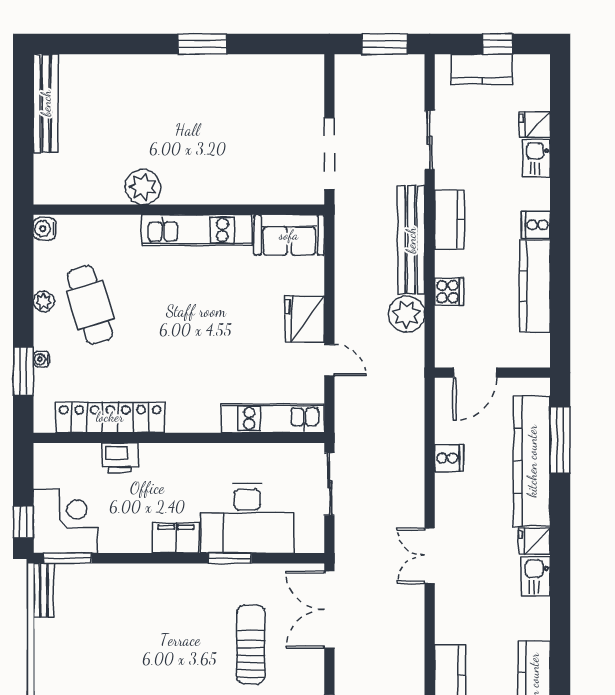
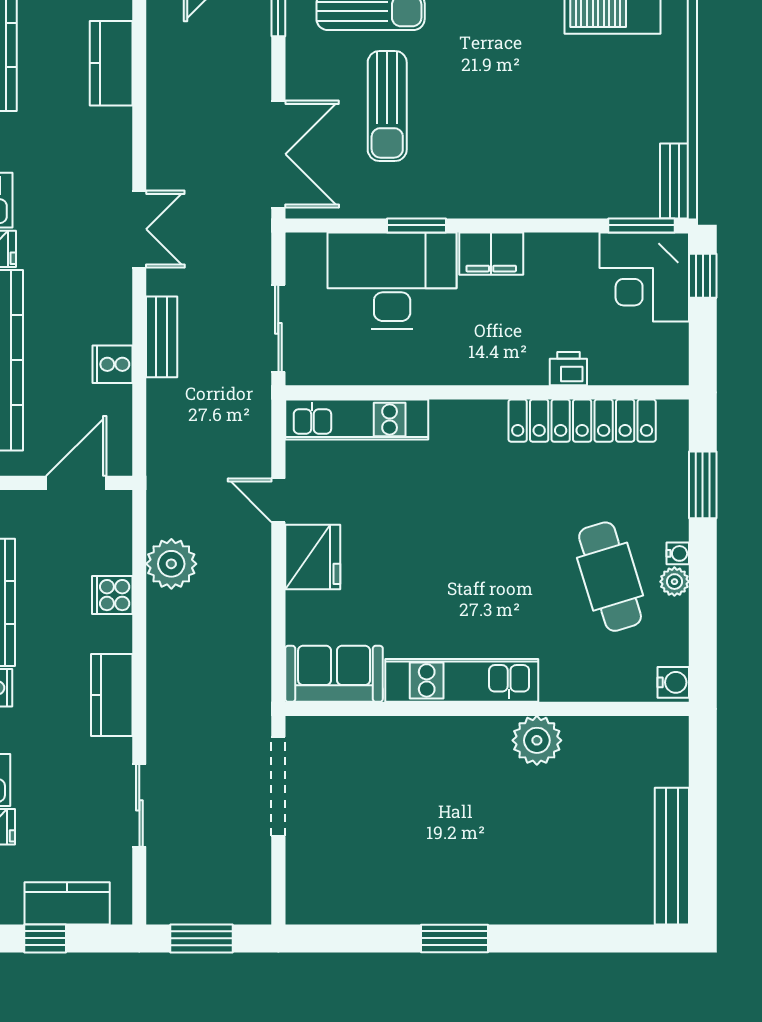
bench: (411, 240) -> (162, 337), moved, width x0.54, depth x0.82
water cooler: (41, 359) -> (678, 553), moved
printer: (120, 458) -> (568, 369), width x0.73, depth x0.81

